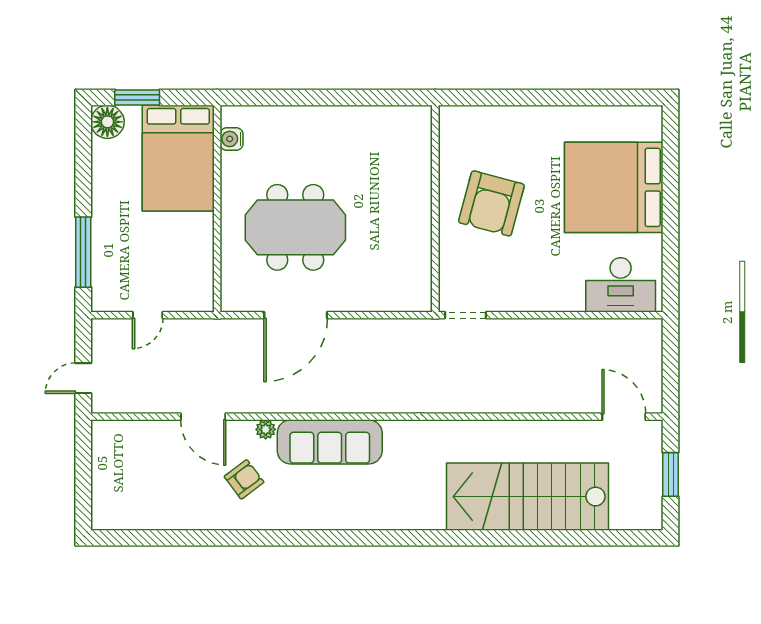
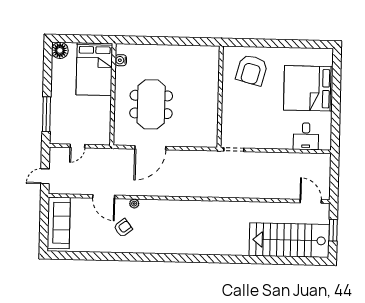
window: (137, 98) -> (75, 39), removed
armchair: (491, 203) -> (252, 70), moved
meeting table: (295, 227) -> (151, 104), turned 90
desk: (621, 285) -> (306, 136), width x0.73
sofa: (330, 442) -> (59, 223), moved, turned -90
stairs: (528, 497) -> (289, 240), moved

